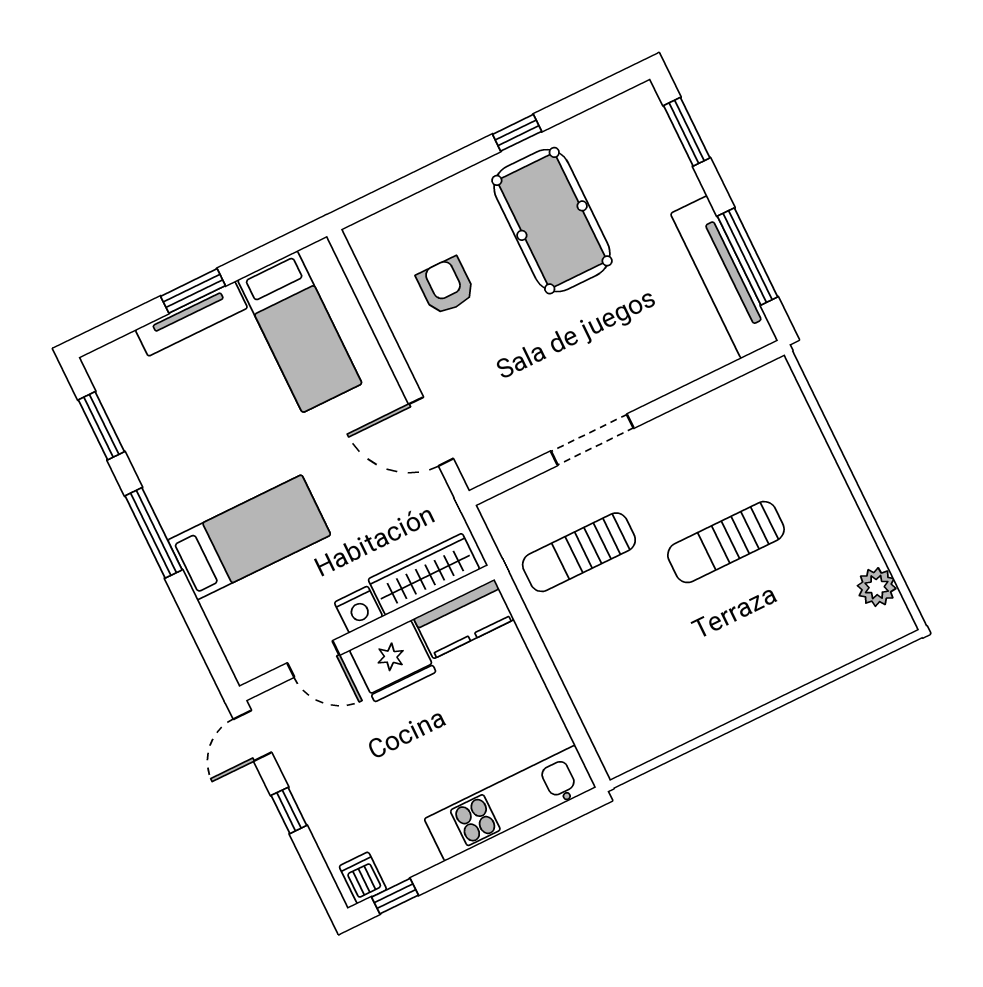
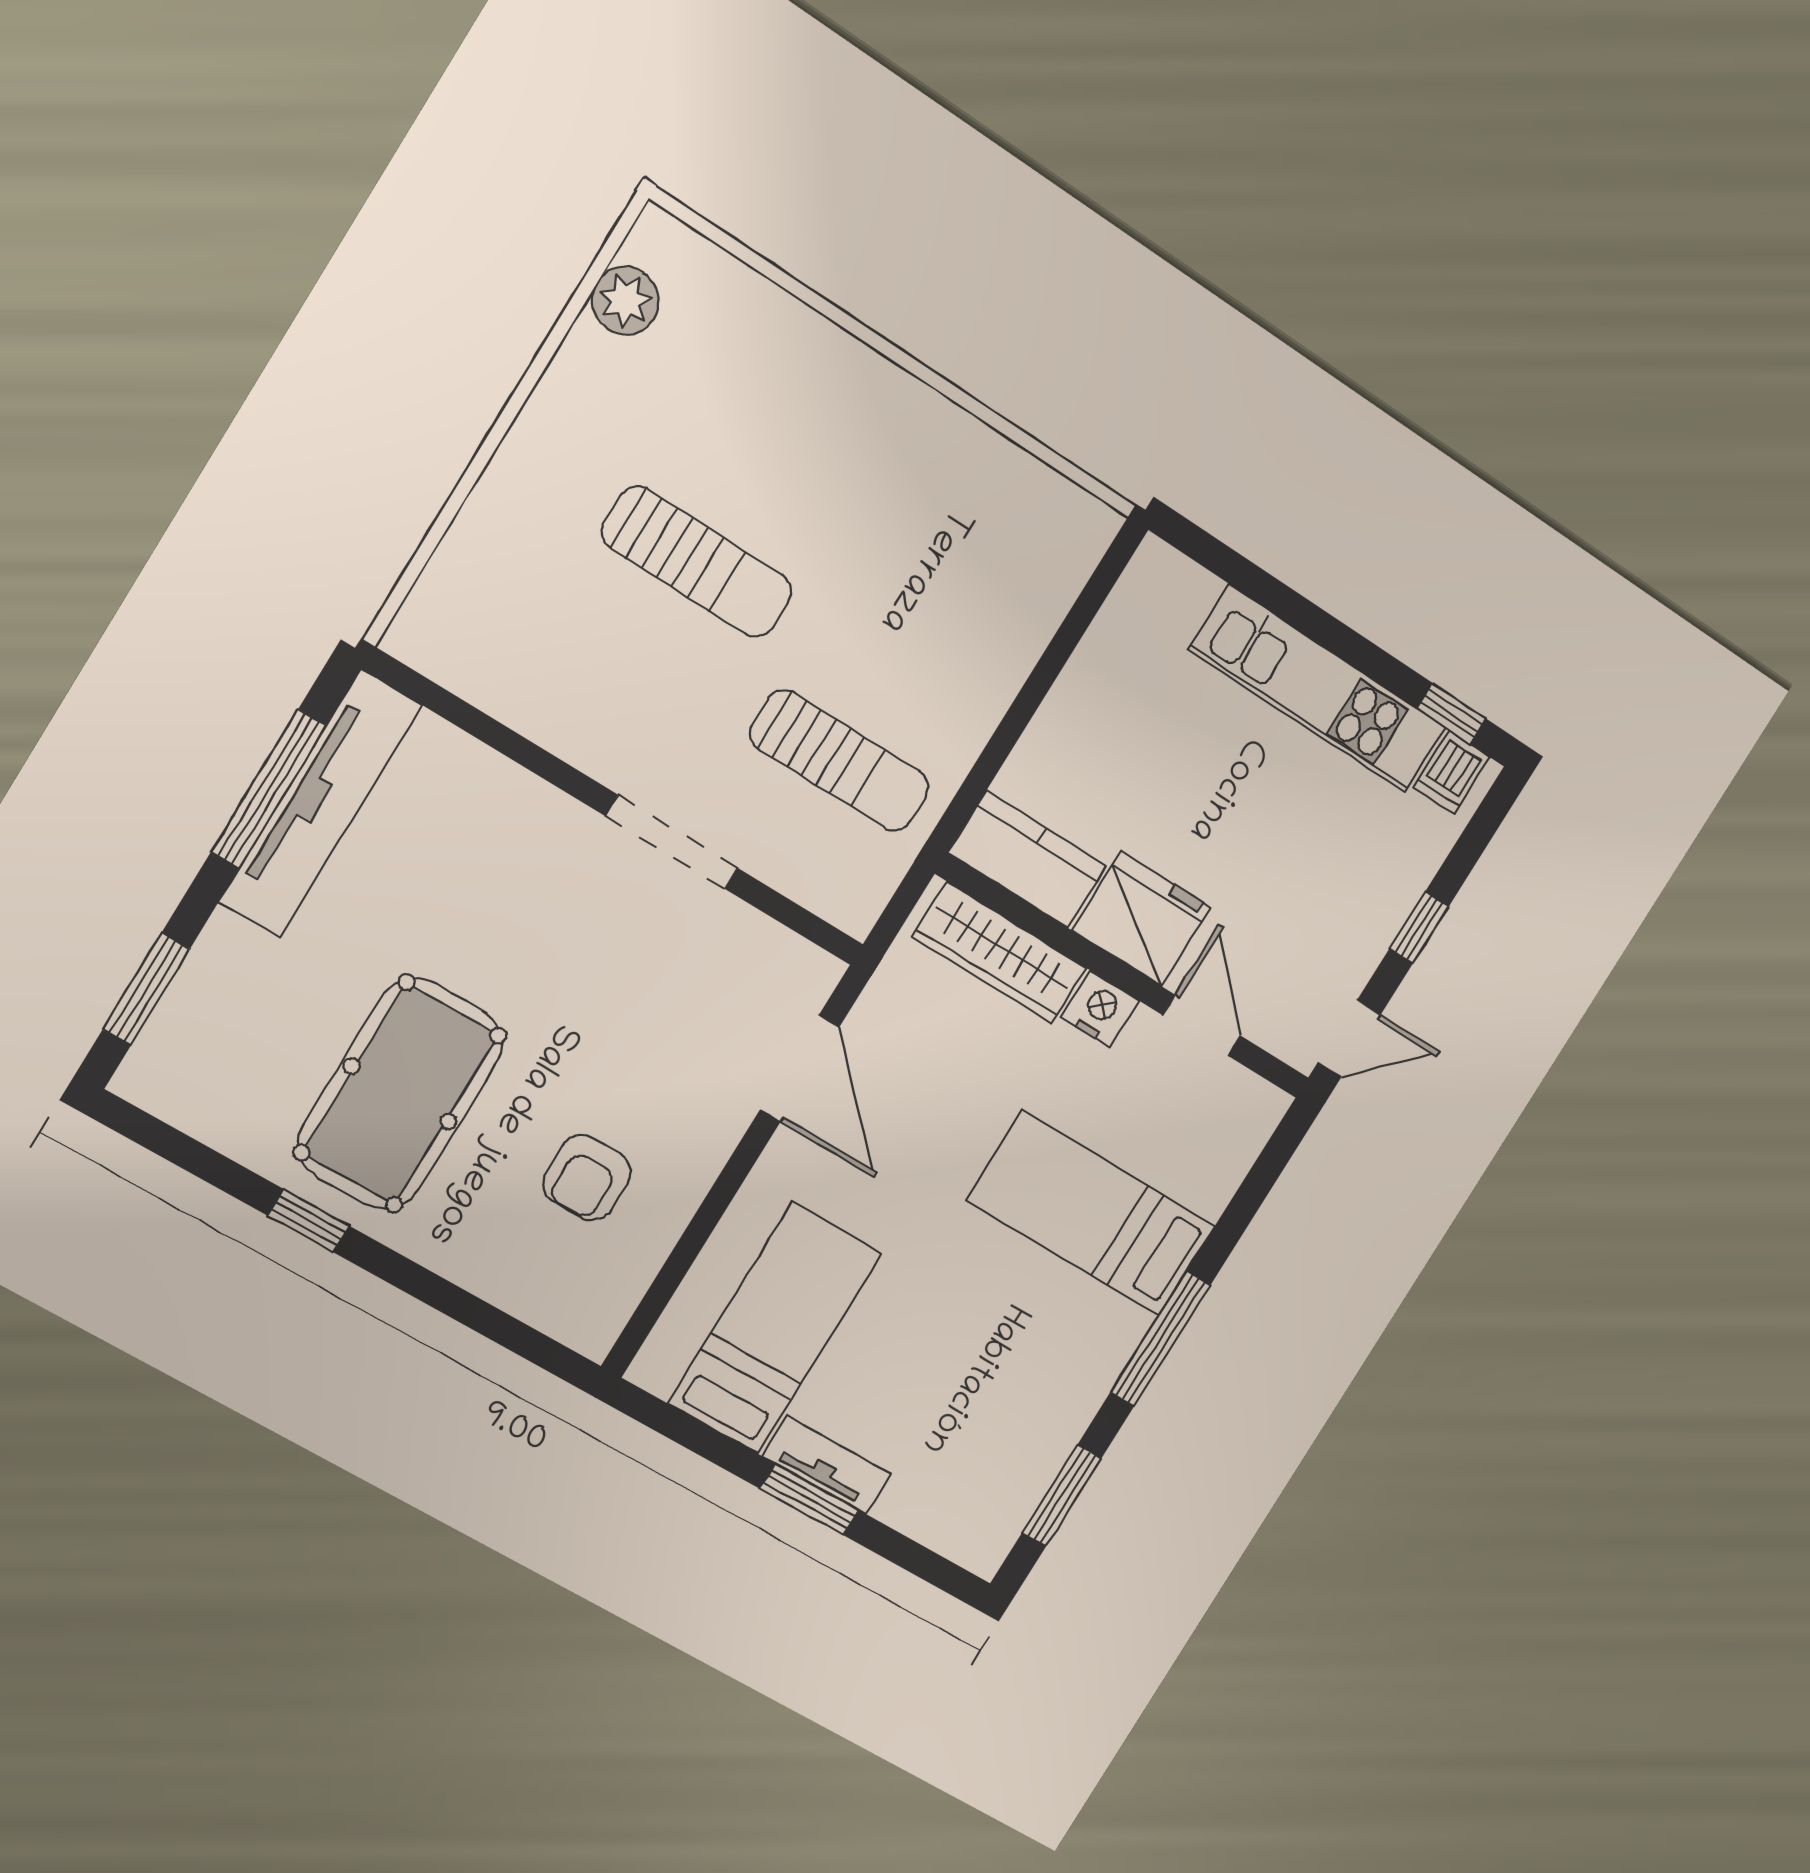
tv unit: (191, 319) -> (827, 1465), width x0.71
kitchen unit: (510, 803) -> (1318, 689), moved

